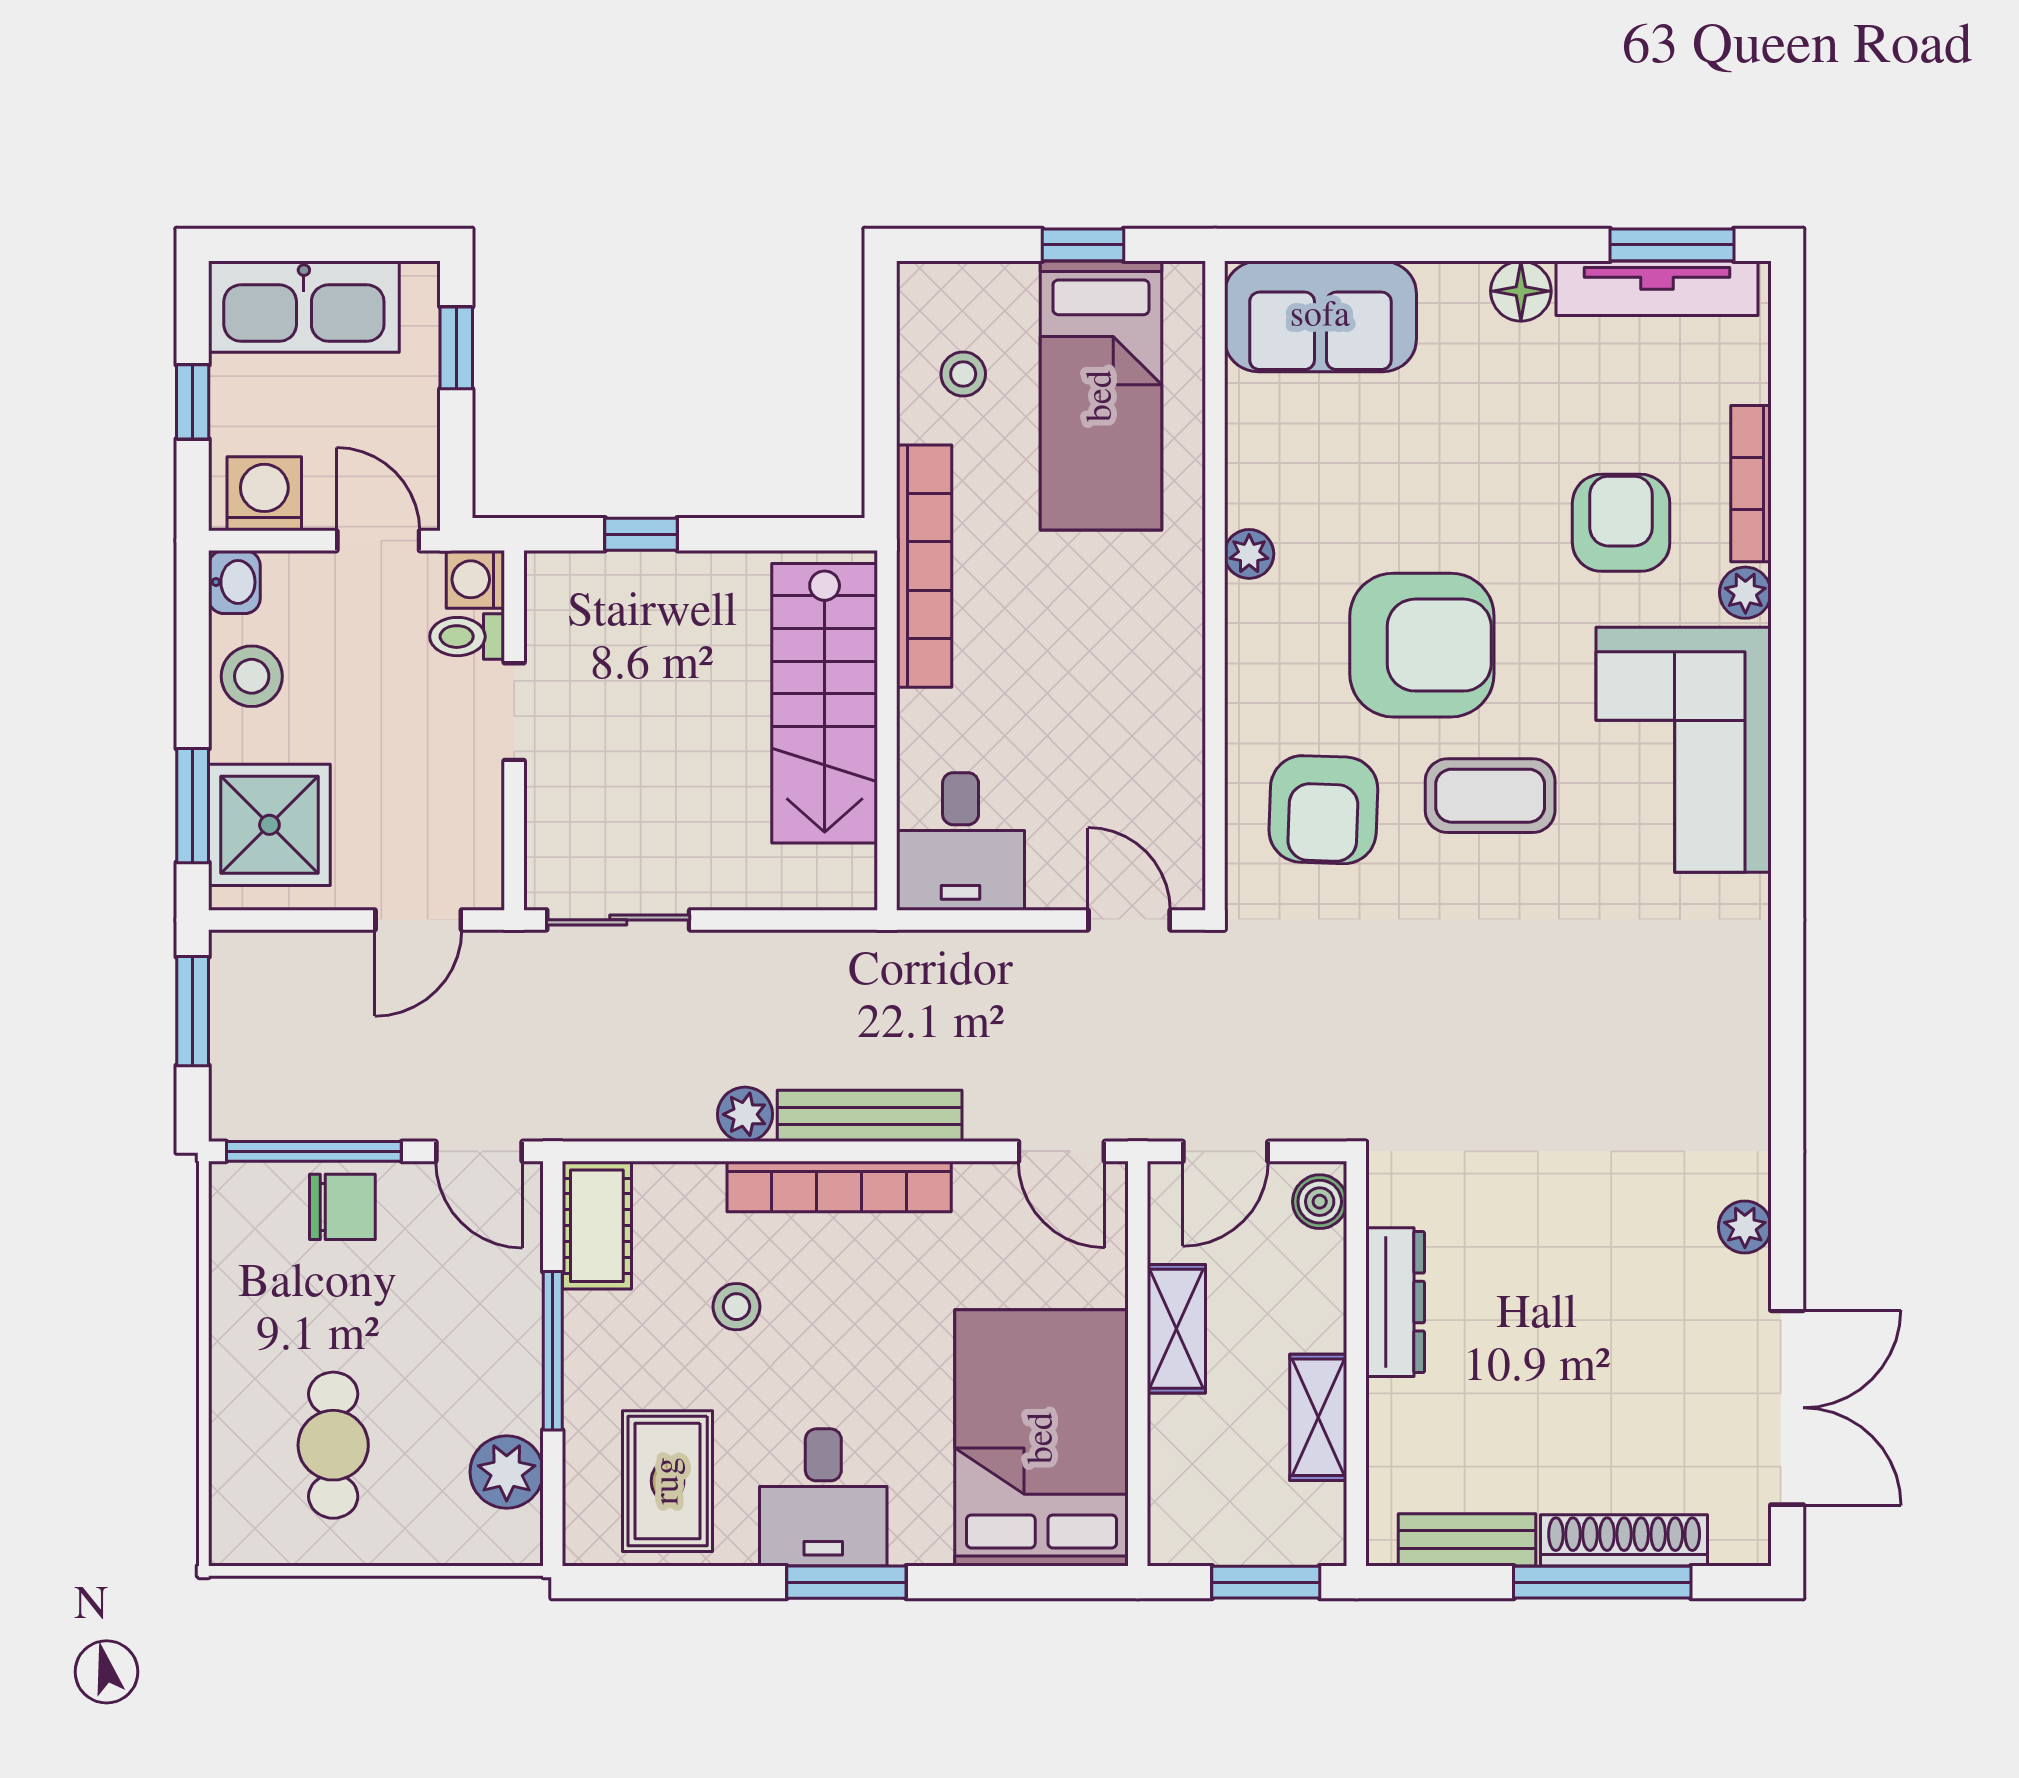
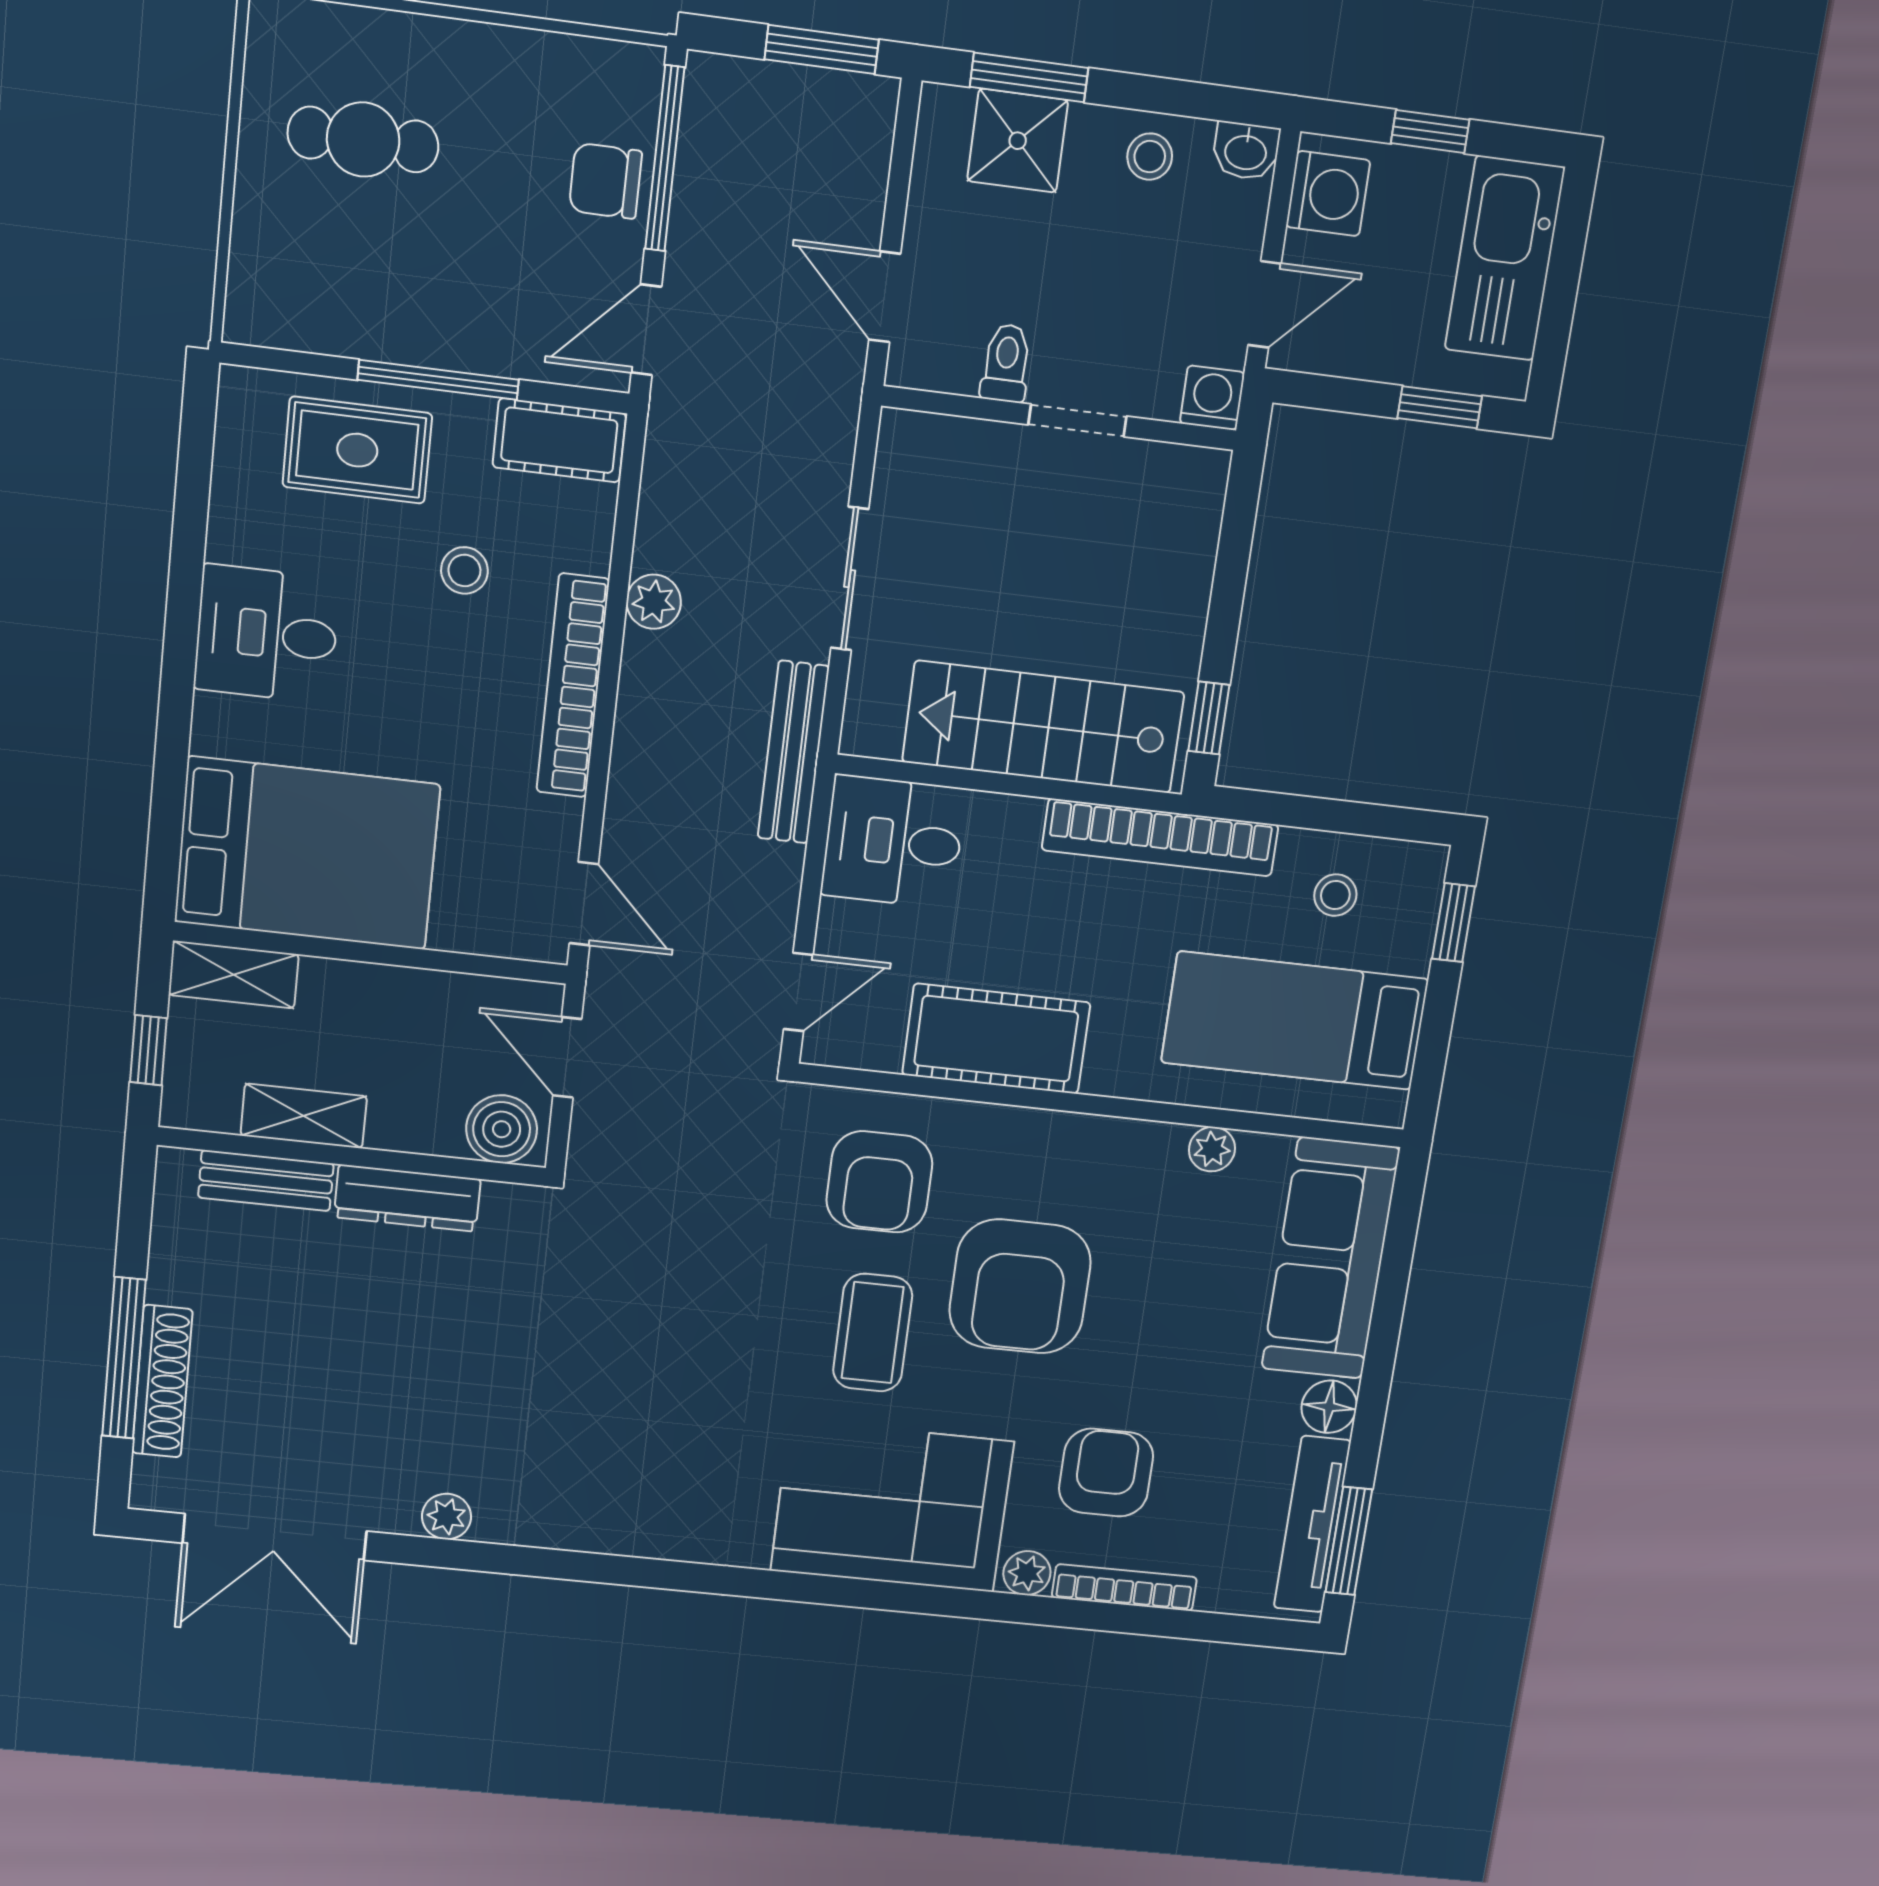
window: (1083, 245) -> (1454, 923), moved
sofa: (1320, 316) -> (1330, 1258), width x1.36
armchair: (1621, 523) -> (1106, 1473), turned -90
window: (641, 534) -> (1209, 718), moved
plant: (1249, 554) -> (1212, 1149), moved
toilet: (467, 637) -> (1006, 363), moved
stool: (252, 676) -> (1150, 157), width x0.73, depth x0.73
cot: (1155, 707) -> (996, 1039), added
armchair: (1323, 810) -> (879, 1182), turned -92
shower: (269, 825) -> (1018, 141), width x0.73, depth x0.73
sliding door: (618, 920) -> (850, 579), moved
bench: (870, 1116) -> (793, 752), moved
door: (1061, 1151) -> (584, 904), swing flipped
boiler: (1320, 1202) -> (502, 1129), width x1.36, depth x1.36
chair: (342, 1207) -> (605, 181), turned 90
shelving: (1176, 1329) -> (234, 975), moved
plant: (507, 1472) -> (320, 317), removed
rug: (668, 1481) -> (357, 450), moved
bench: (1467, 1540) -> (266, 1181), moved, turned 90
window: (846, 1582) -> (180, 647), removed
window: (1266, 1582) -> (148, 1050), width x0.67

